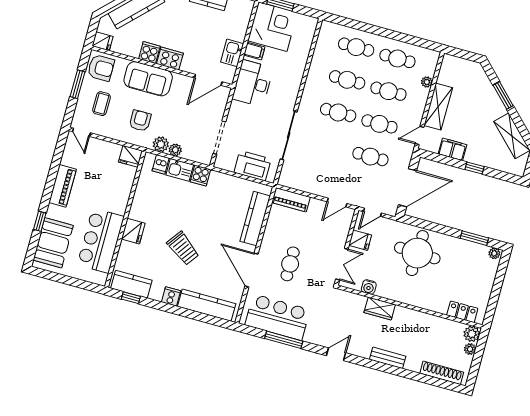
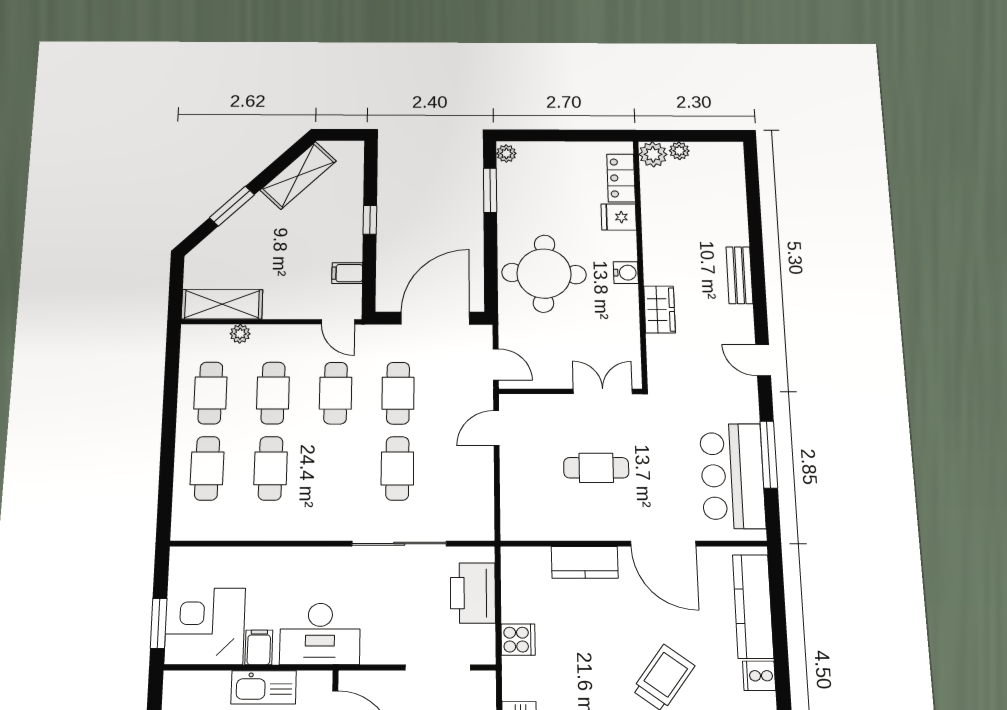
kitchen sink: (232, 53) -> (264, 687), width x1.38
shelving: (438, 107) -> (222, 304), moved
cafe table: (338, 113) -> (397, 468), moved
filing cabinet: (452, 149) -> (347, 273), width x0.50
cooker: (200, 176) -> (518, 640), moved
door: (407, 188) -> (435, 318), hinge flipped
piano: (291, 200) -> (515, 508), removed
door: (337, 203) -> (496, 428), swing flipped
kitchen counter: (255, 219) -> (585, 562), width x0.67
fridge: (360, 240) -> (619, 217), moved, turned -90
cafe table: (290, 264) -> (596, 468), moved
door: (252, 270) -> (663, 544), hinge flipped
water cooler: (369, 287) -> (626, 273), moved
shoe rack: (442, 373) -> (734, 184), removed

